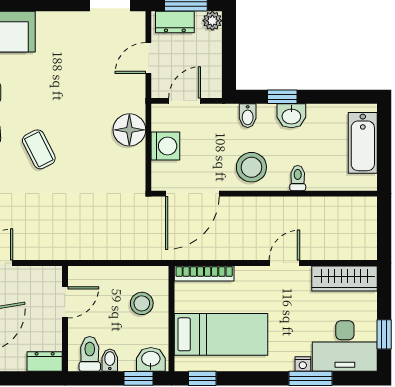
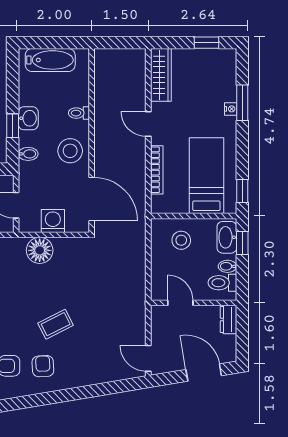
bookcase: (204, 273) -> (157, 170), moved
desk: (345, 346) -> (216, 75), removed
washbasin: (151, 359) -> (227, 237), width x1.38

